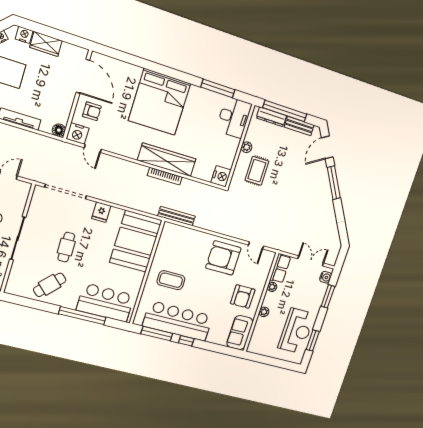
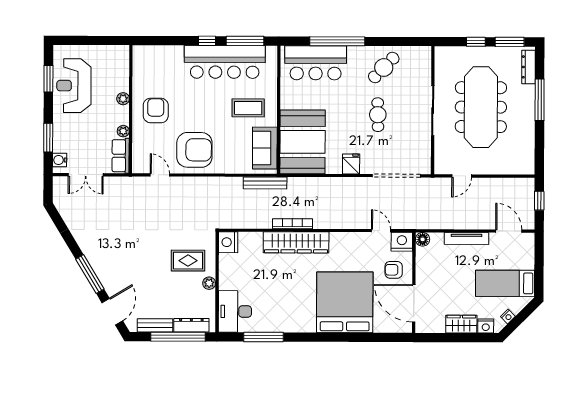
bed: (159, 102) -> (345, 302), moved
rug: (257, 171) -> (188, 261), turned 90
sofa: (240, 333) -> (265, 148), moved, turned 180

